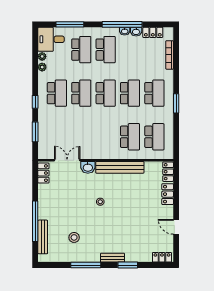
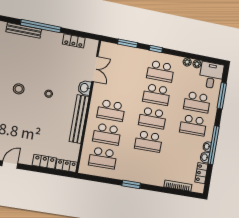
school desk: (154, 93) -> (111, 110), moved
locker: (43, 173) -> (74, 41), moved
stool: (74, 237) -> (19, 89), moved

